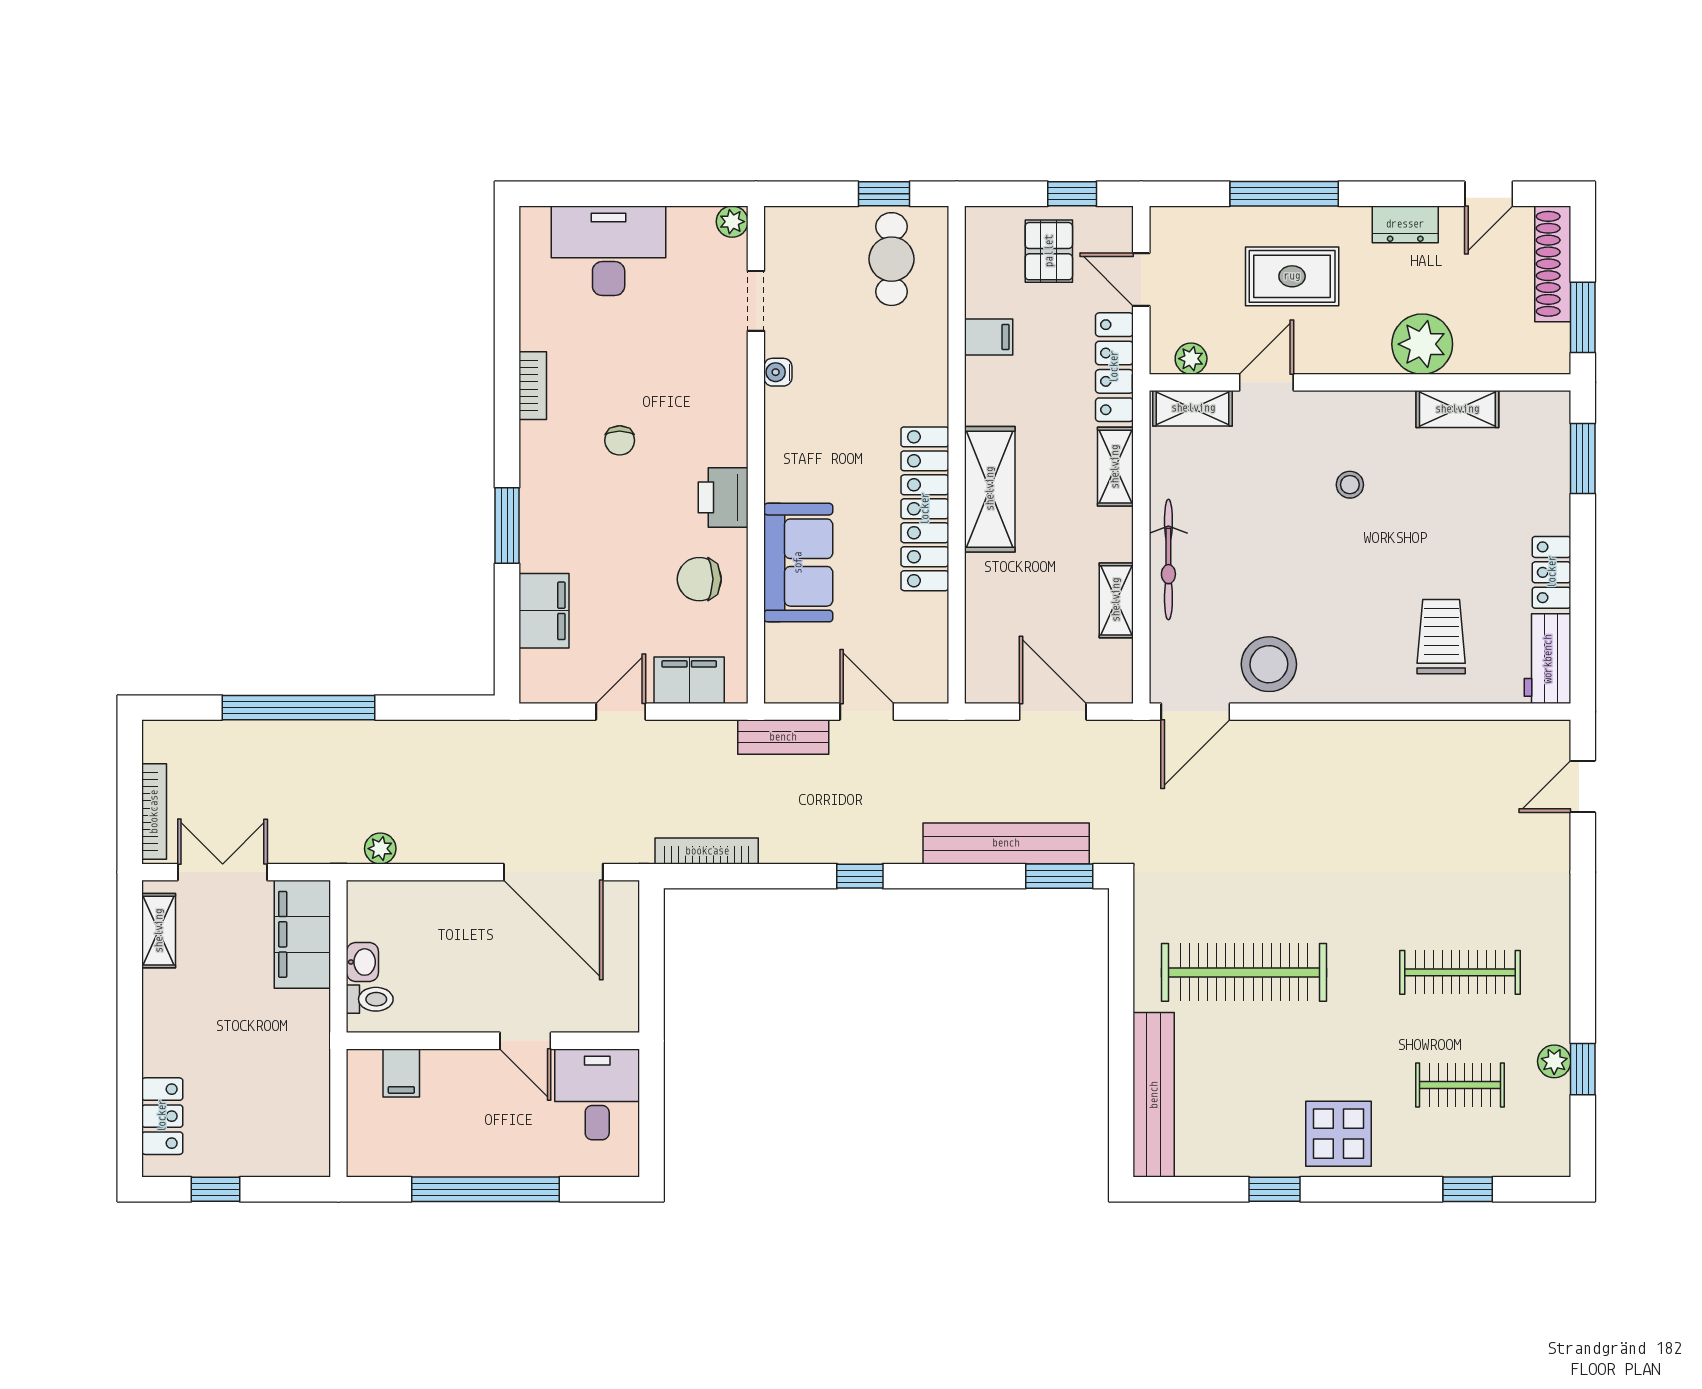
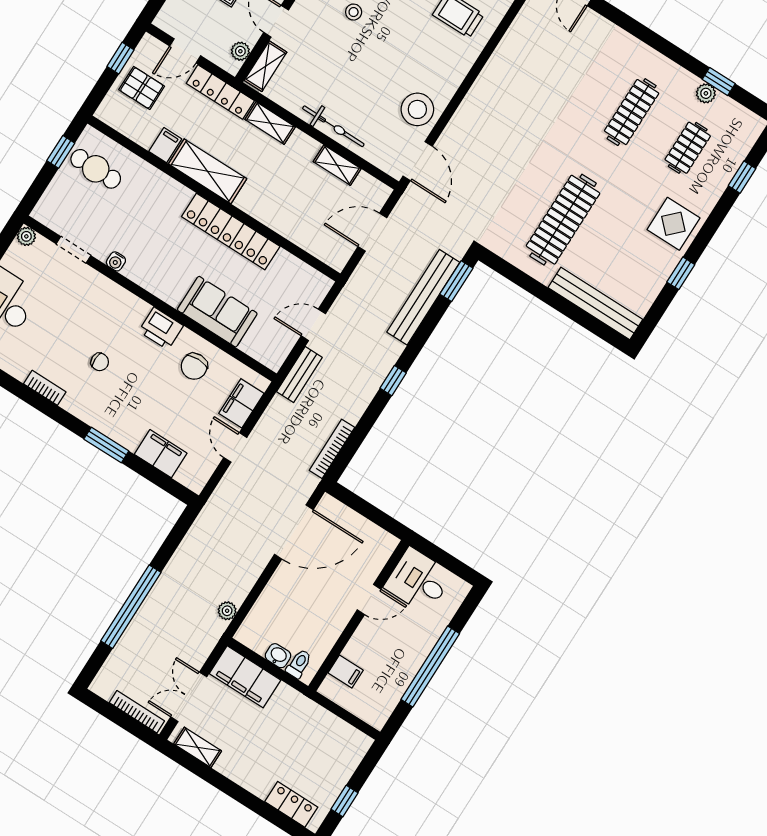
shelving: (990, 489) -> (208, 171), moved

